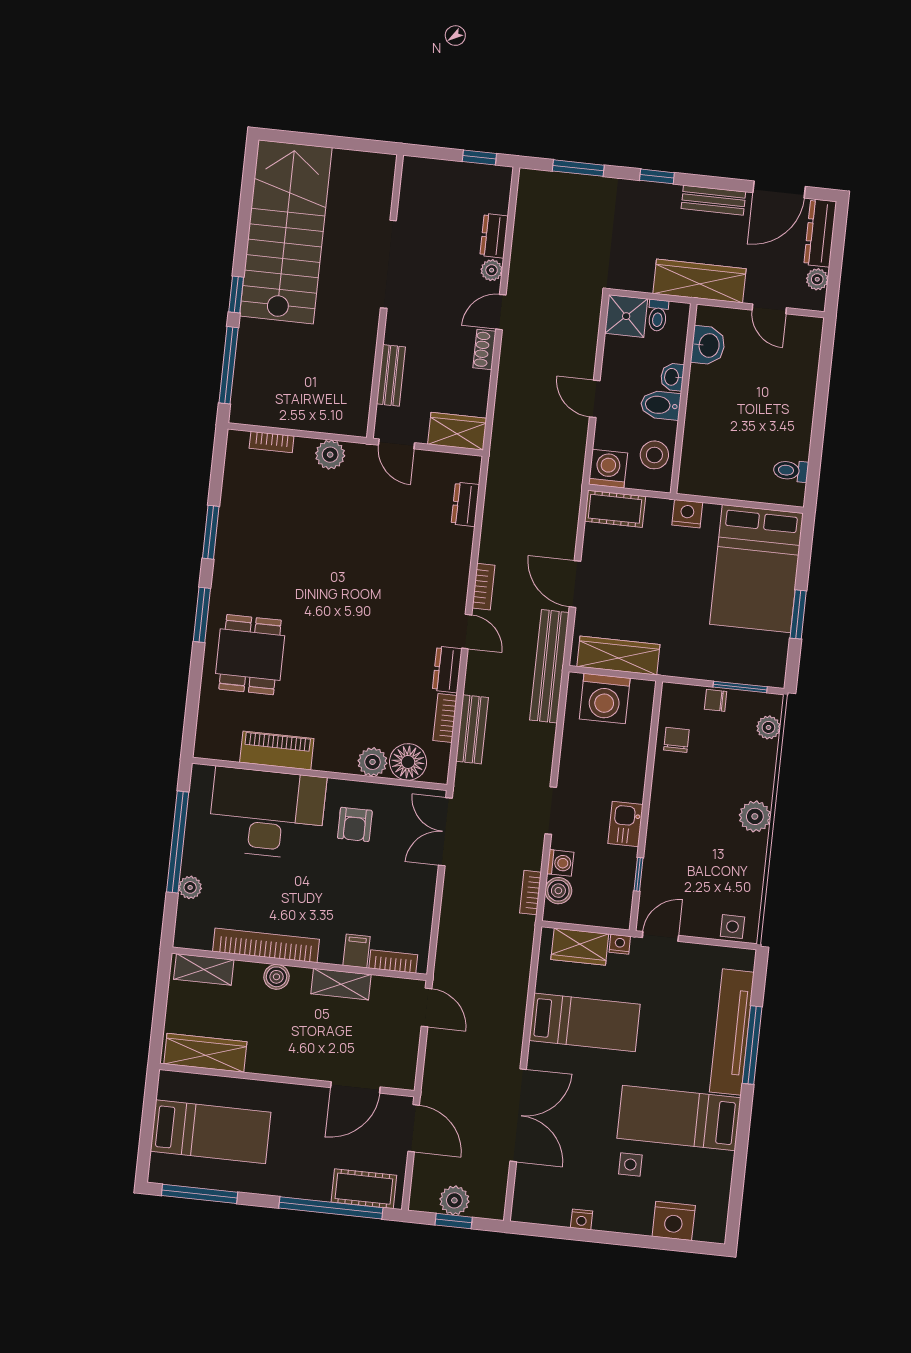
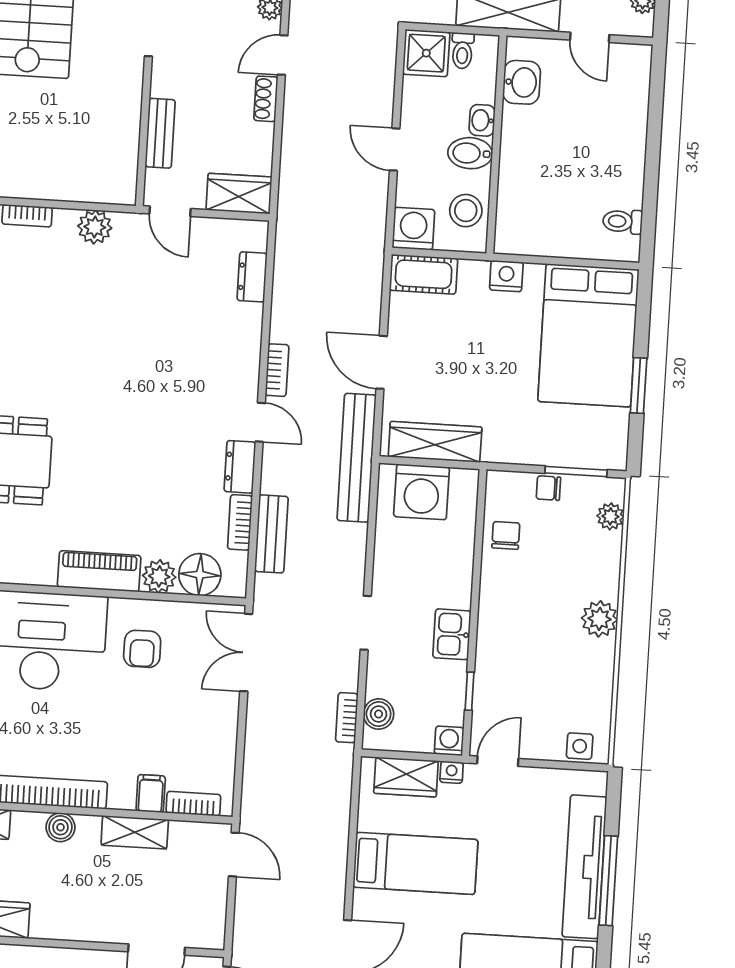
piano: (277, 750) -> (99, 571), moved
washing machine: (560, 863) -> (449, 741), moved, turned -90

